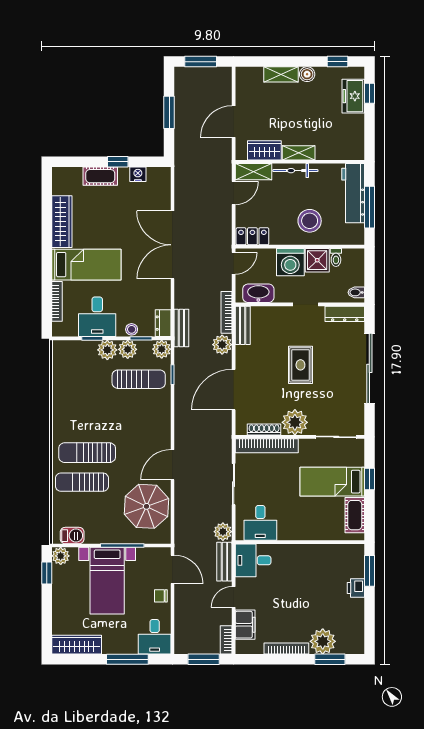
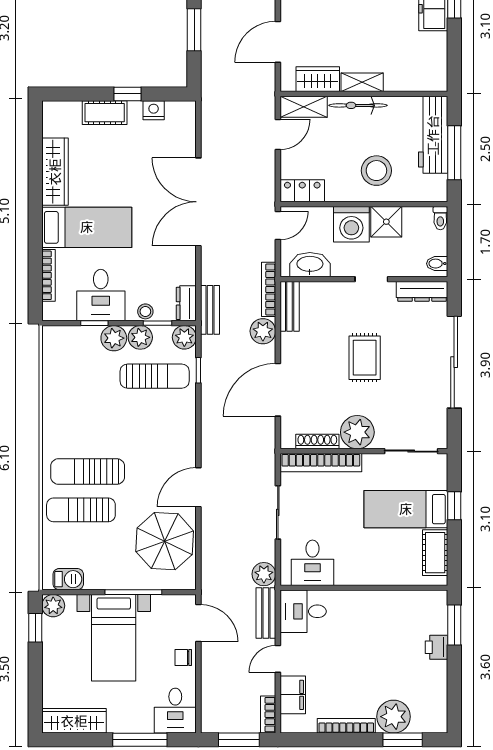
toilet: (336, 257) -> (440, 218), moved

